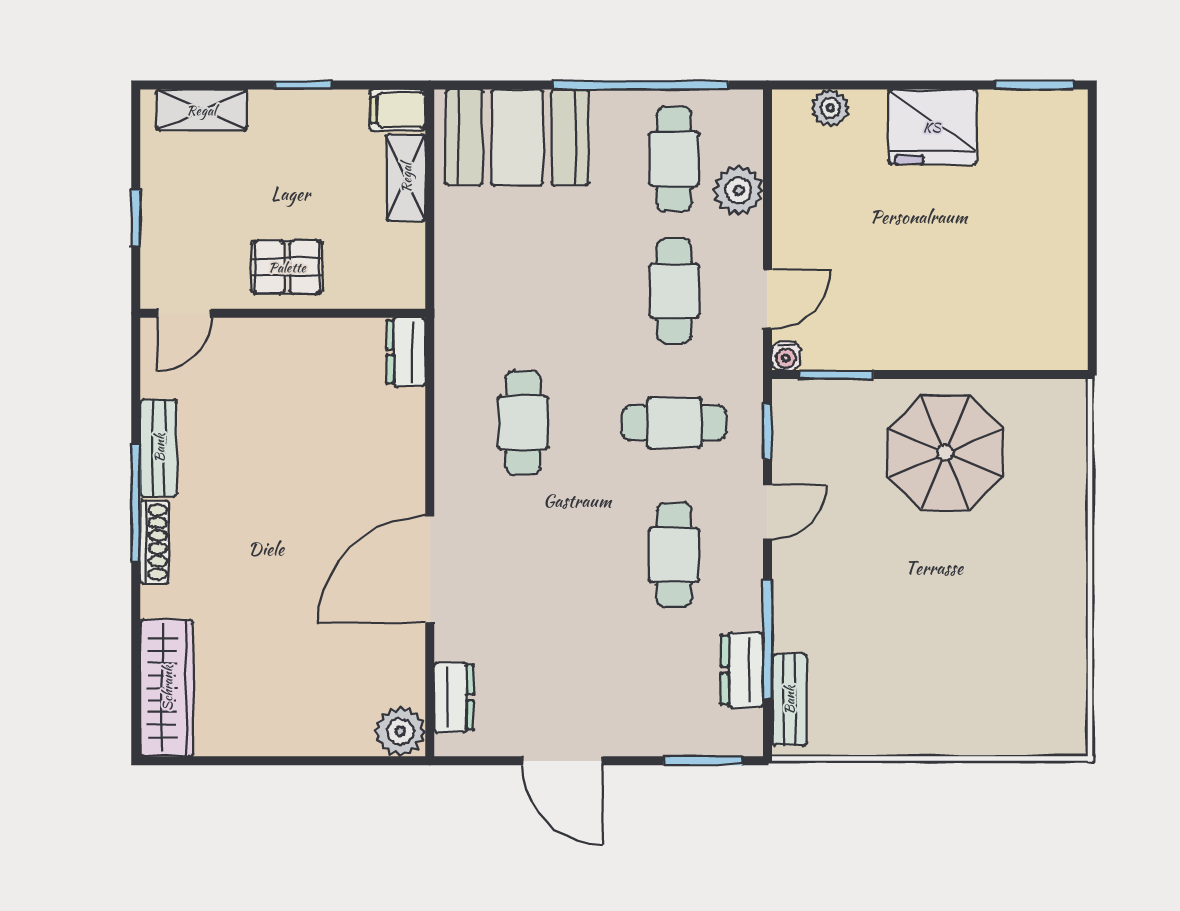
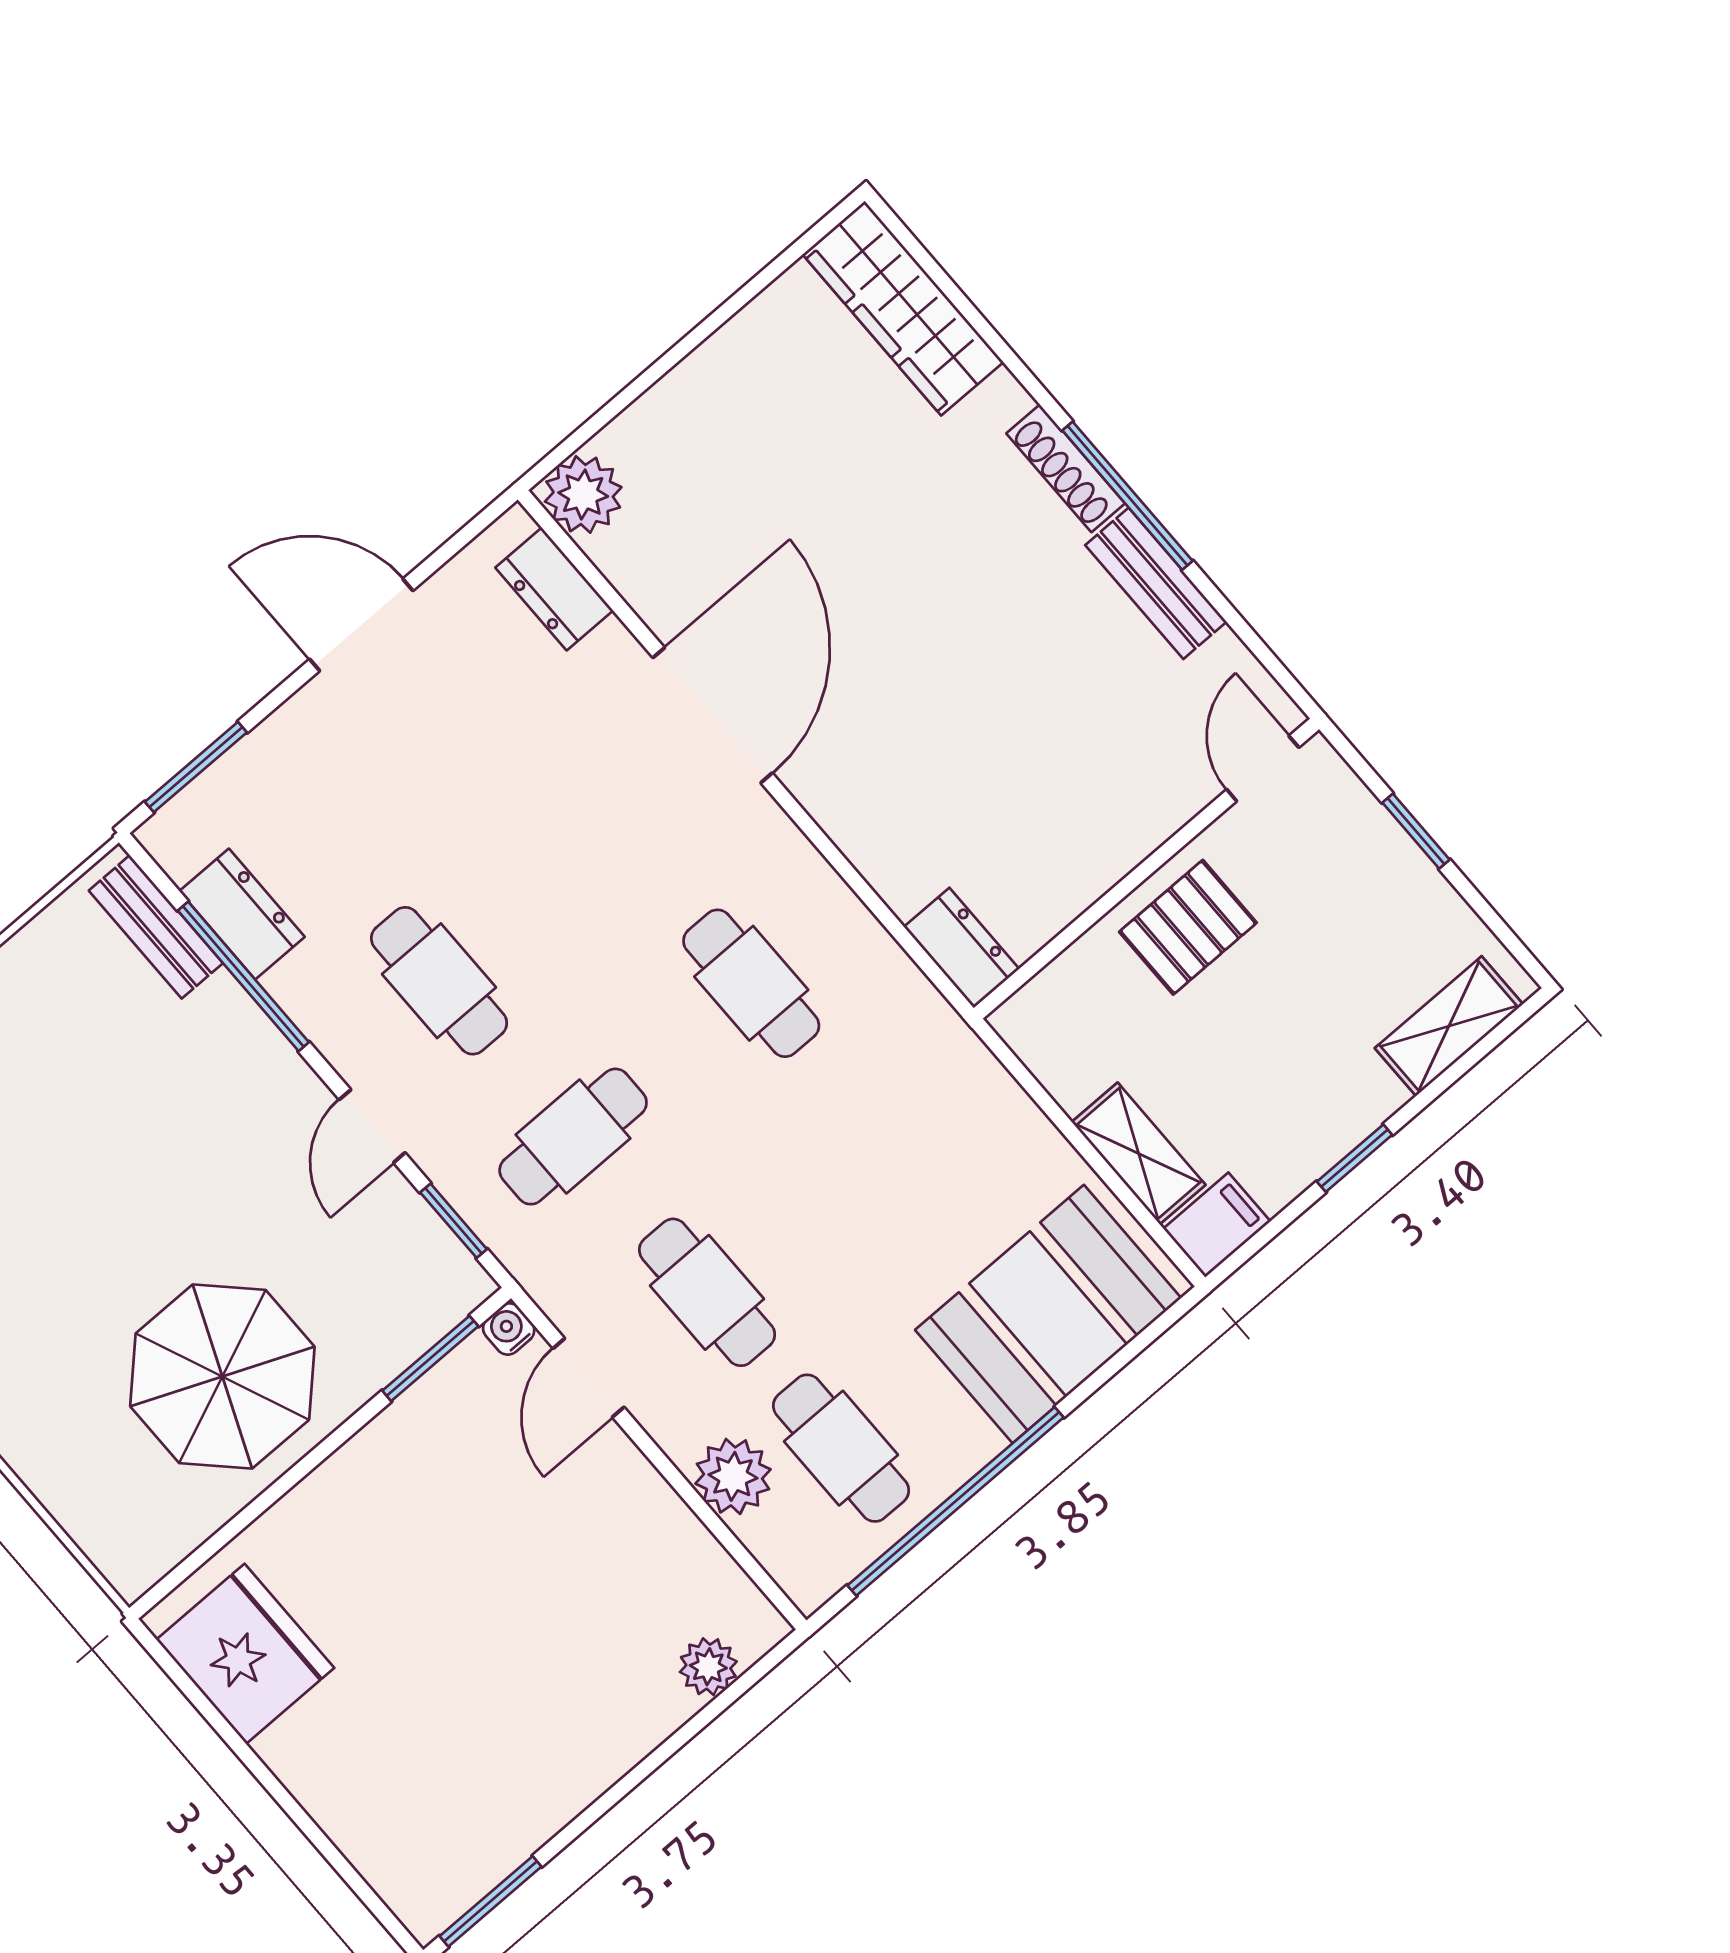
fridge: (932, 127) -> (245, 1654), moved, turned 90

